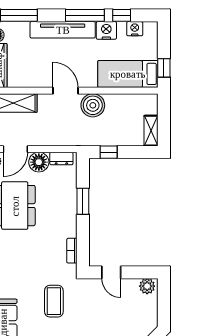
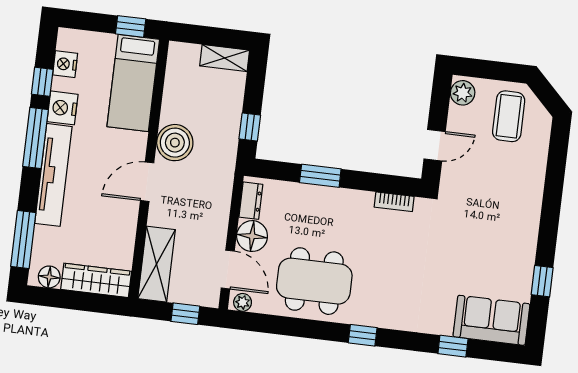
coffee table: (54, 301) -> (509, 116), moved, turned 90

